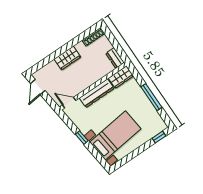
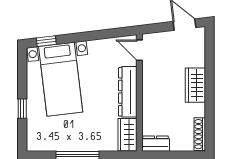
door: (69, 103) -> (139, 50), swing flipped
window: (159, 137) -> (22, 109), moved
window: (82, 138) -> (46, 41), moved

